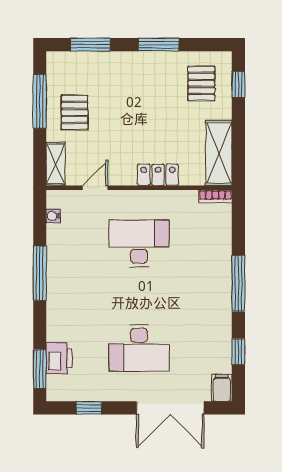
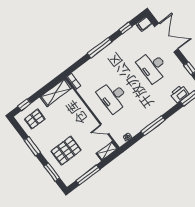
pallet: (74, 112) -> (66, 151), moved, width x1.50, depth x1.42
locker: (158, 175) -> (82, 109), removed
desk: (139, 348) -> (153, 67), turned 180

